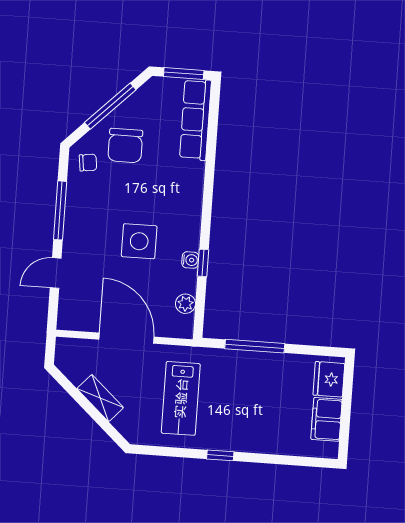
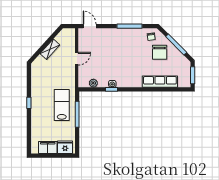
row of seats: (195, 120) -> (160, 82), moved
chair: (125, 146) -> (160, 52), turned -90
side table: (139, 241) -> (119, 61), removed
door: (56, 273) -> (90, 26), moved
door: (127, 338) -> (77, 59), width x0.53
lab bench: (181, 398) -> (62, 105), moved, turned 90

